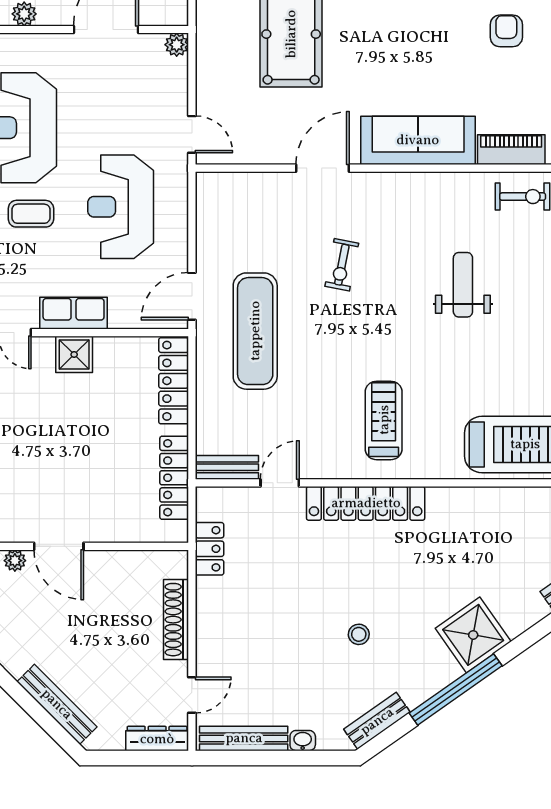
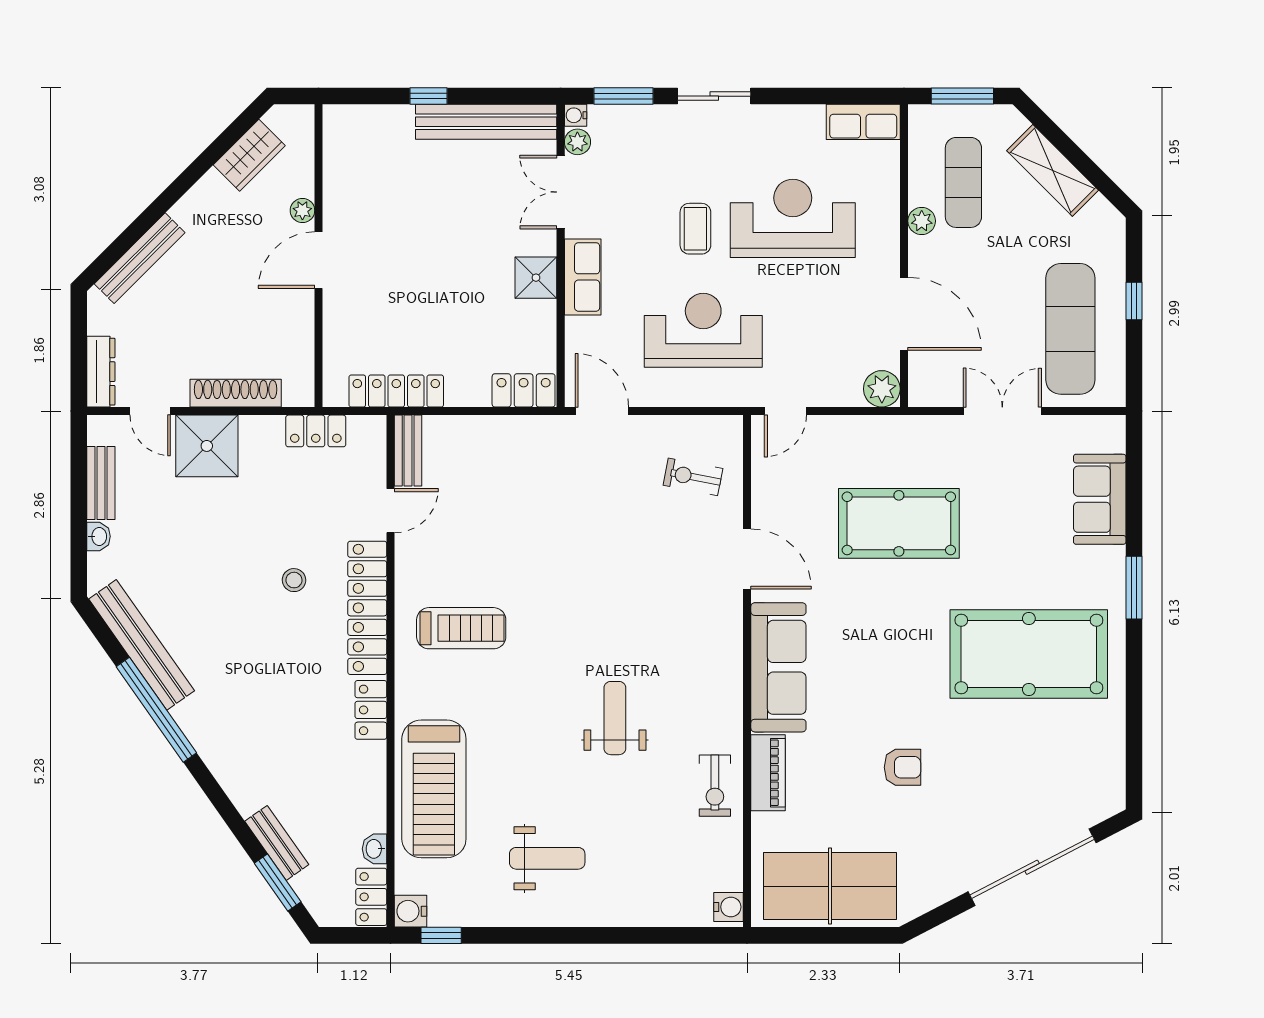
plant: (177, 45) -> (882, 389), width x1.38, depth x1.38
exercise bike: (342, 265) -> (693, 477), moved
weight bench: (463, 285) -> (615, 718), turned -90
exercise mat: (255, 331) -> (562, 483), removed
locker: (174, 381) -> (524, 390), width x0.66
door: (280, 483) -> (391, 511), hinge flipped
locker: (456, 500) -> (371, 710), added
stool: (359, 634) -> (294, 580), moved
shower: (473, 635) -> (207, 446), moved, turned 35
bench: (377, 721) -> (142, 645), width x1.86, depth x1.21
bench: (244, 738) -> (101, 483), width x0.73

